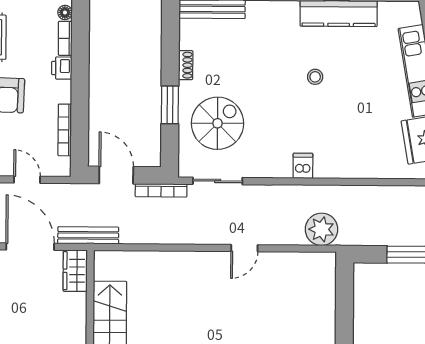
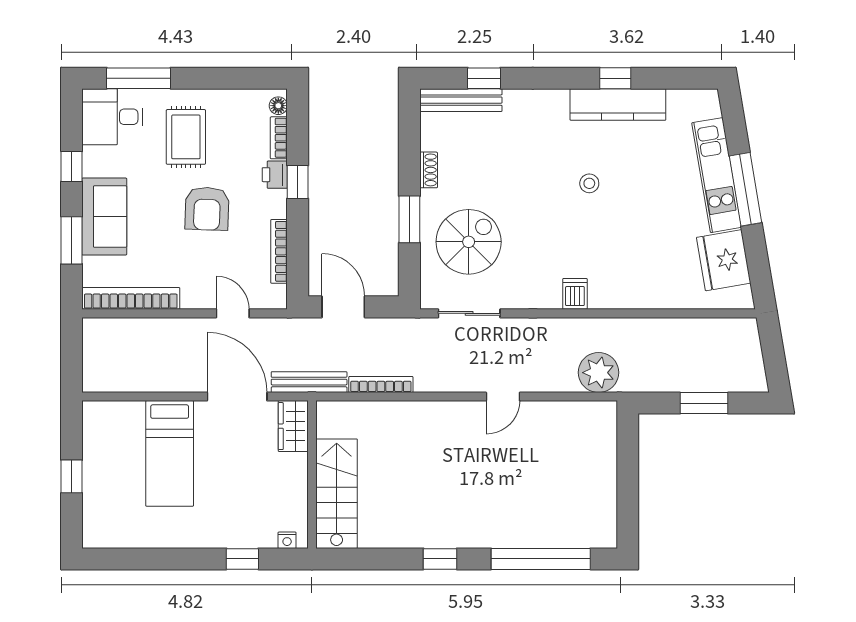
window: (80, 74) -> (298, 182), added
bookcase: (161, 190) -> (381, 384), moved, turned 180

